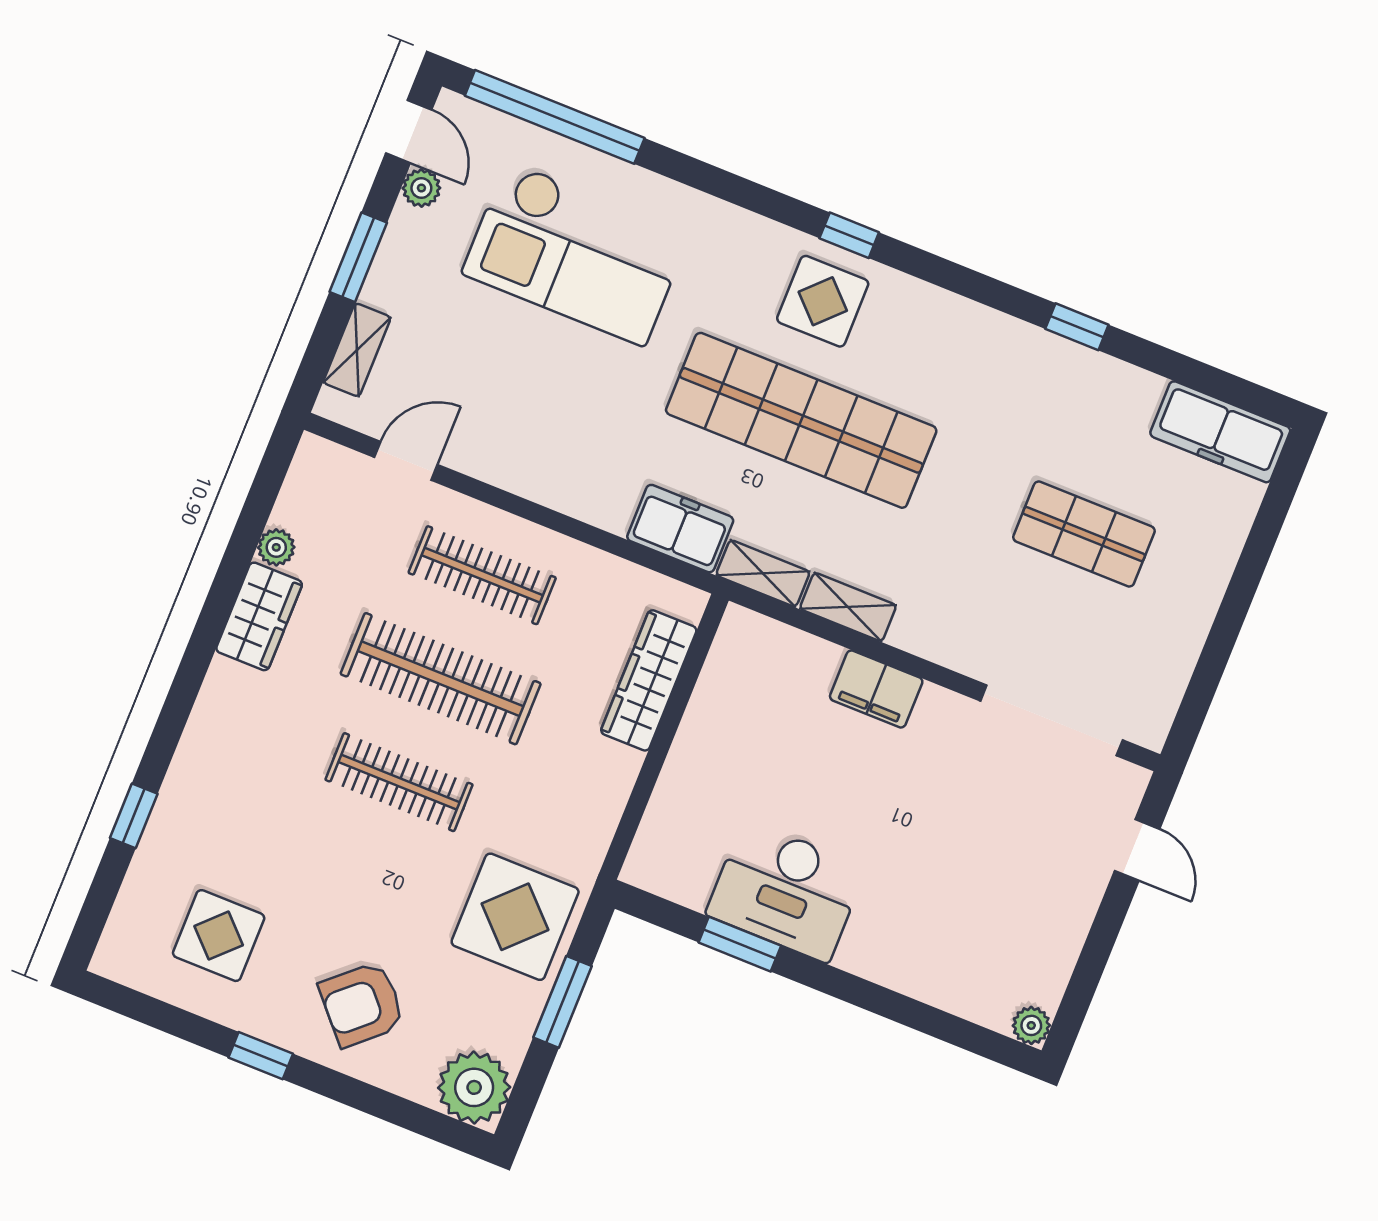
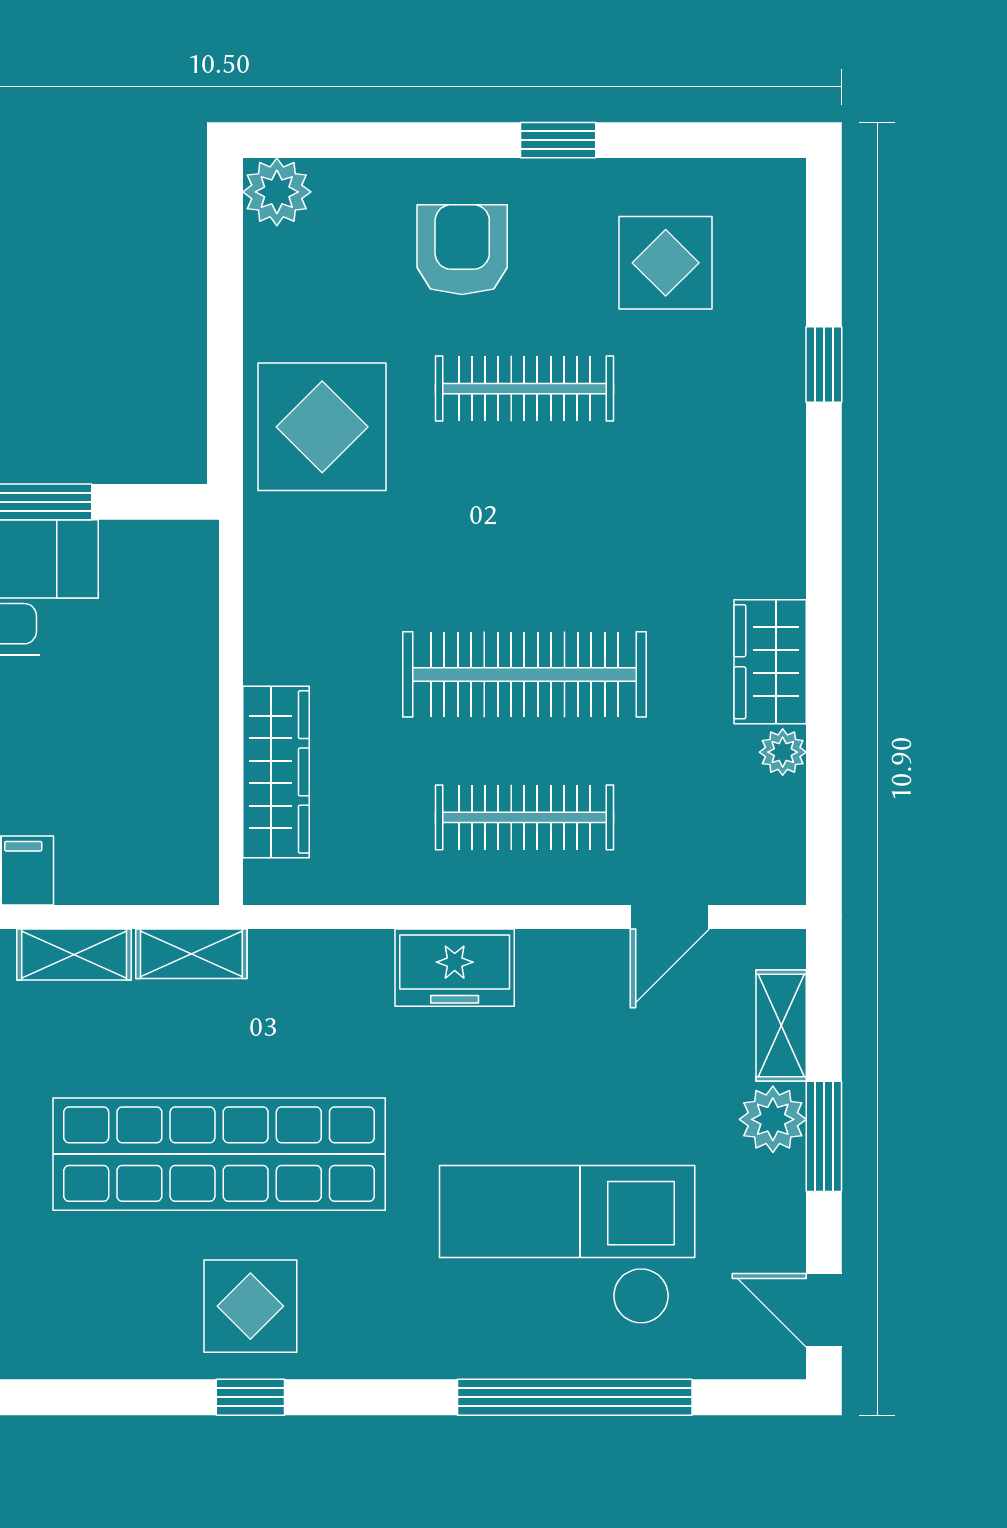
window: (555, 117) -> (575, 1397), moved
plant: (421, 188) -> (773, 1119), moved, width x1.38, depth x1.38
freezer: (680, 529) -> (455, 968), moved
clothes rail: (399, 782) -> (524, 389), moved
window: (562, 1002) -> (225, 348), removed
armchair: (362, 1004) -> (462, 250), turned -48
plant: (474, 1087) -> (277, 192), width x0.73, depth x0.73

